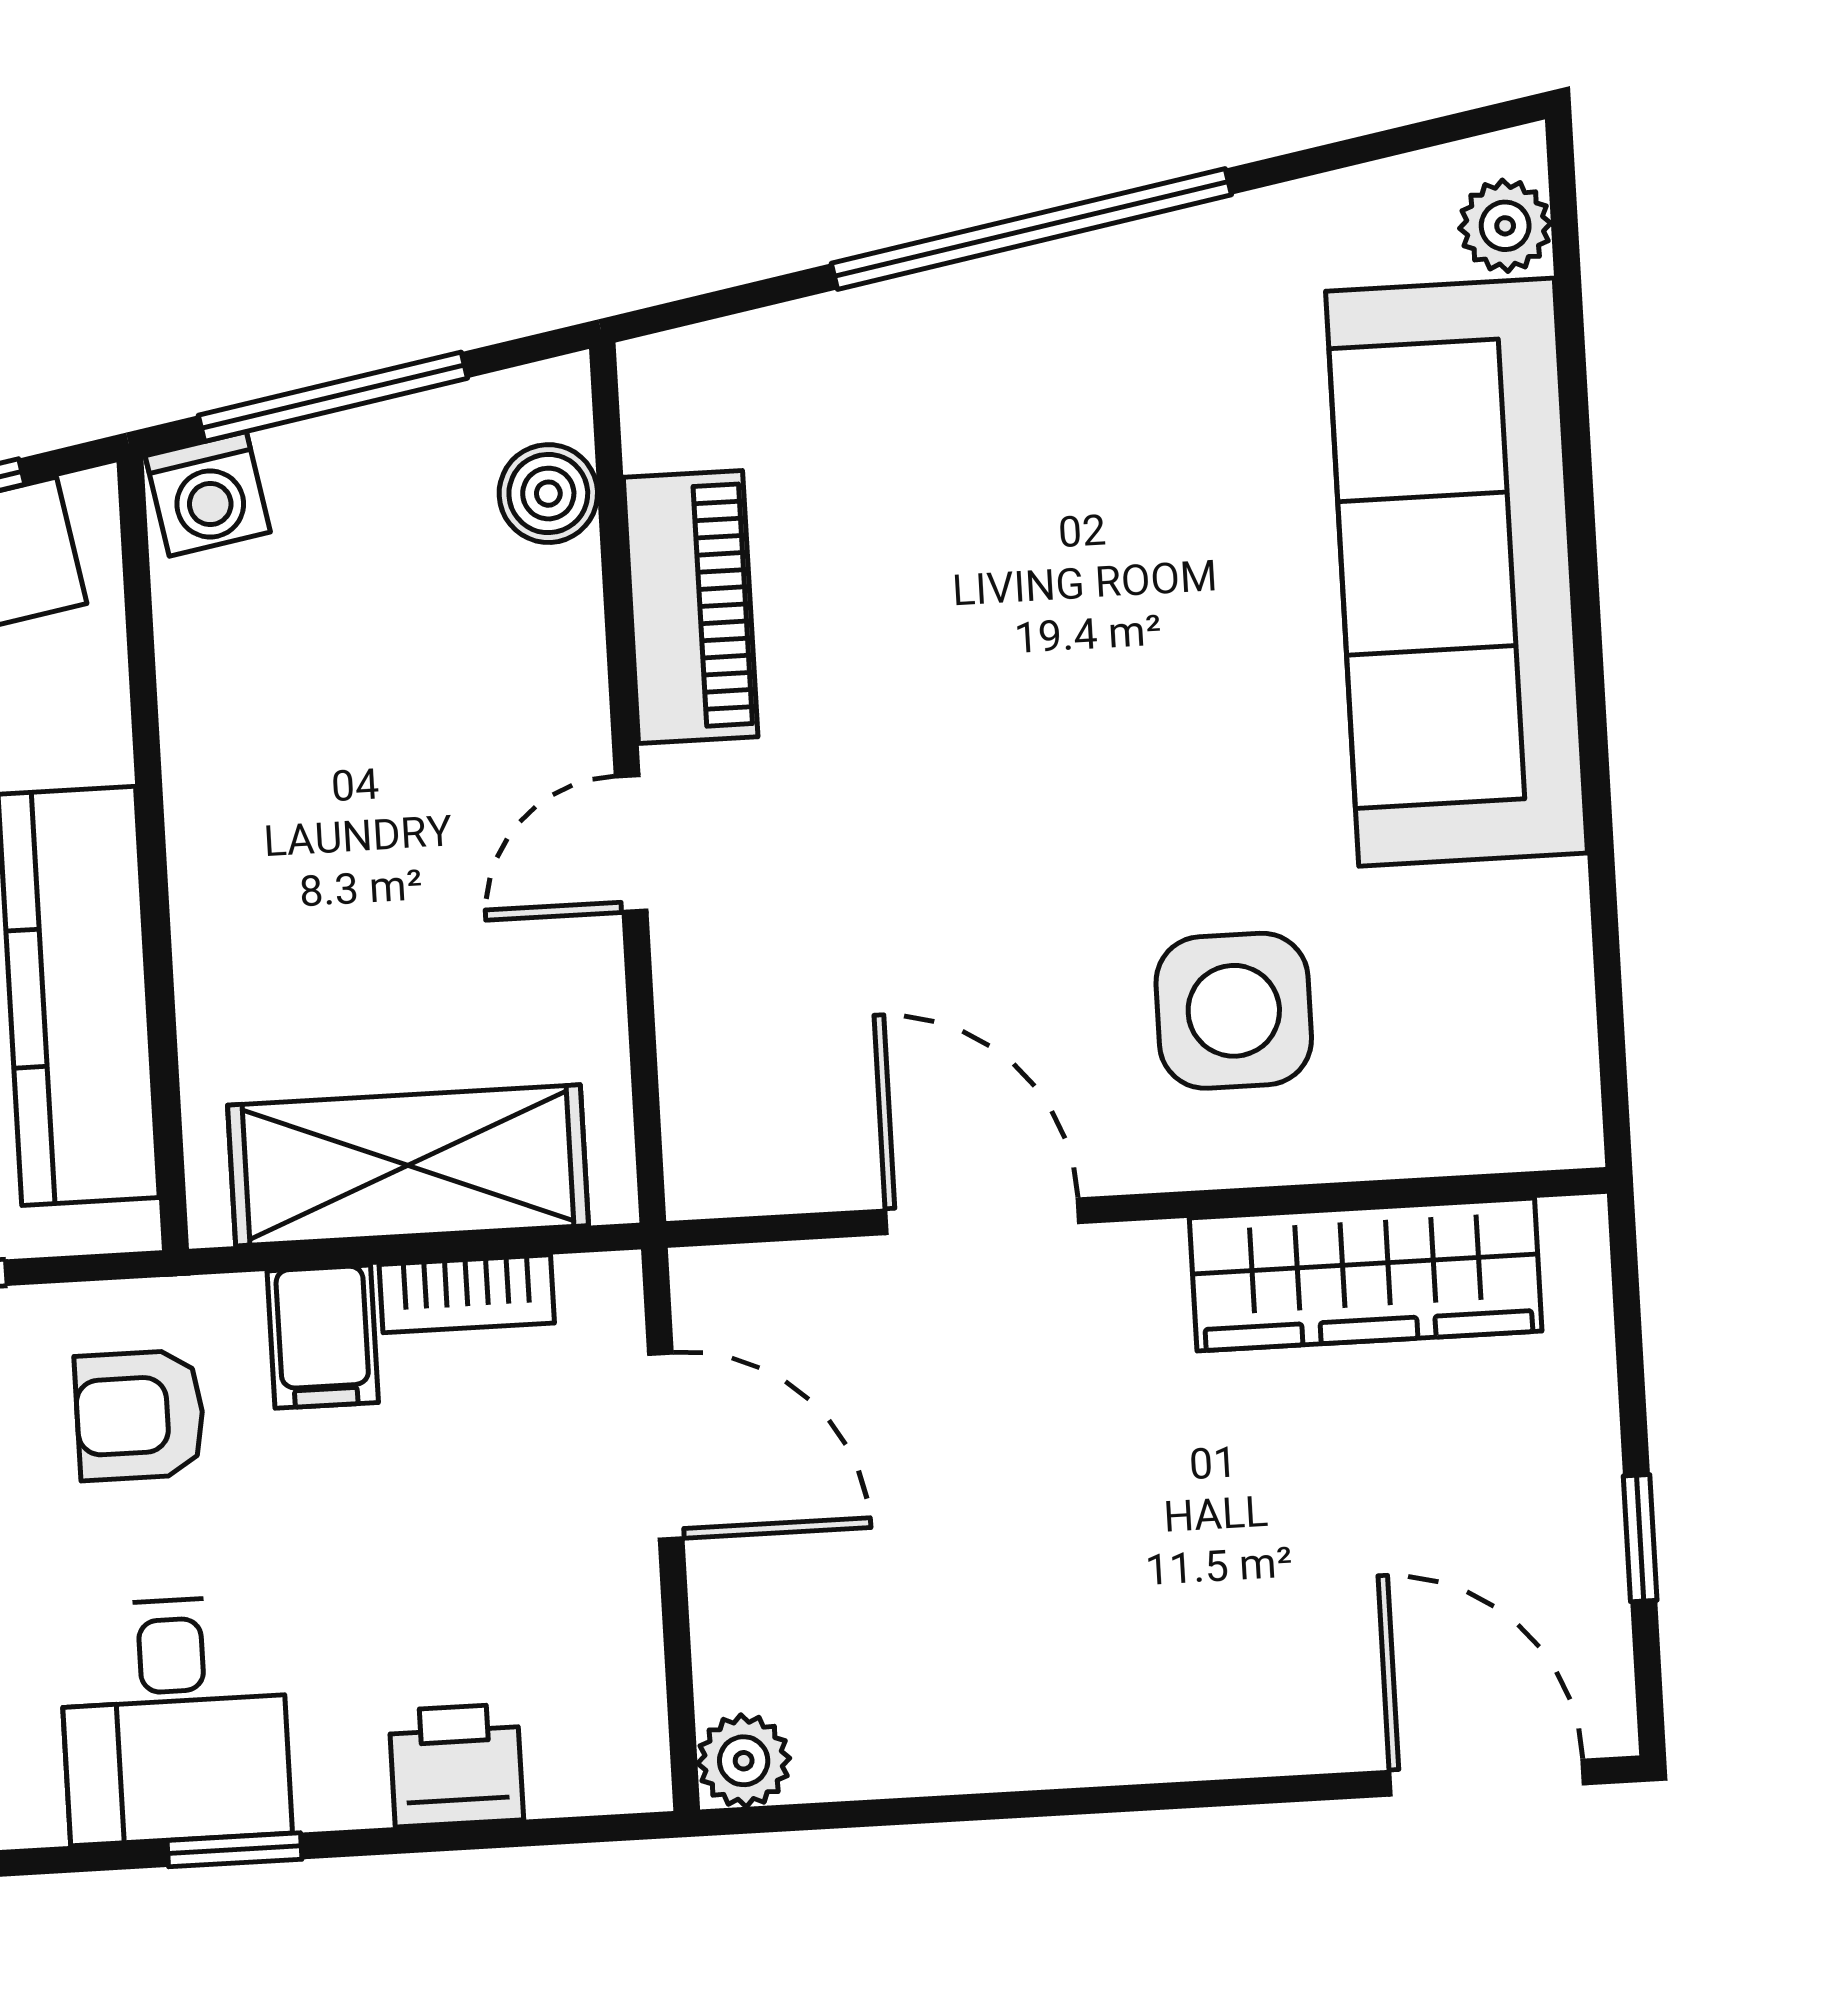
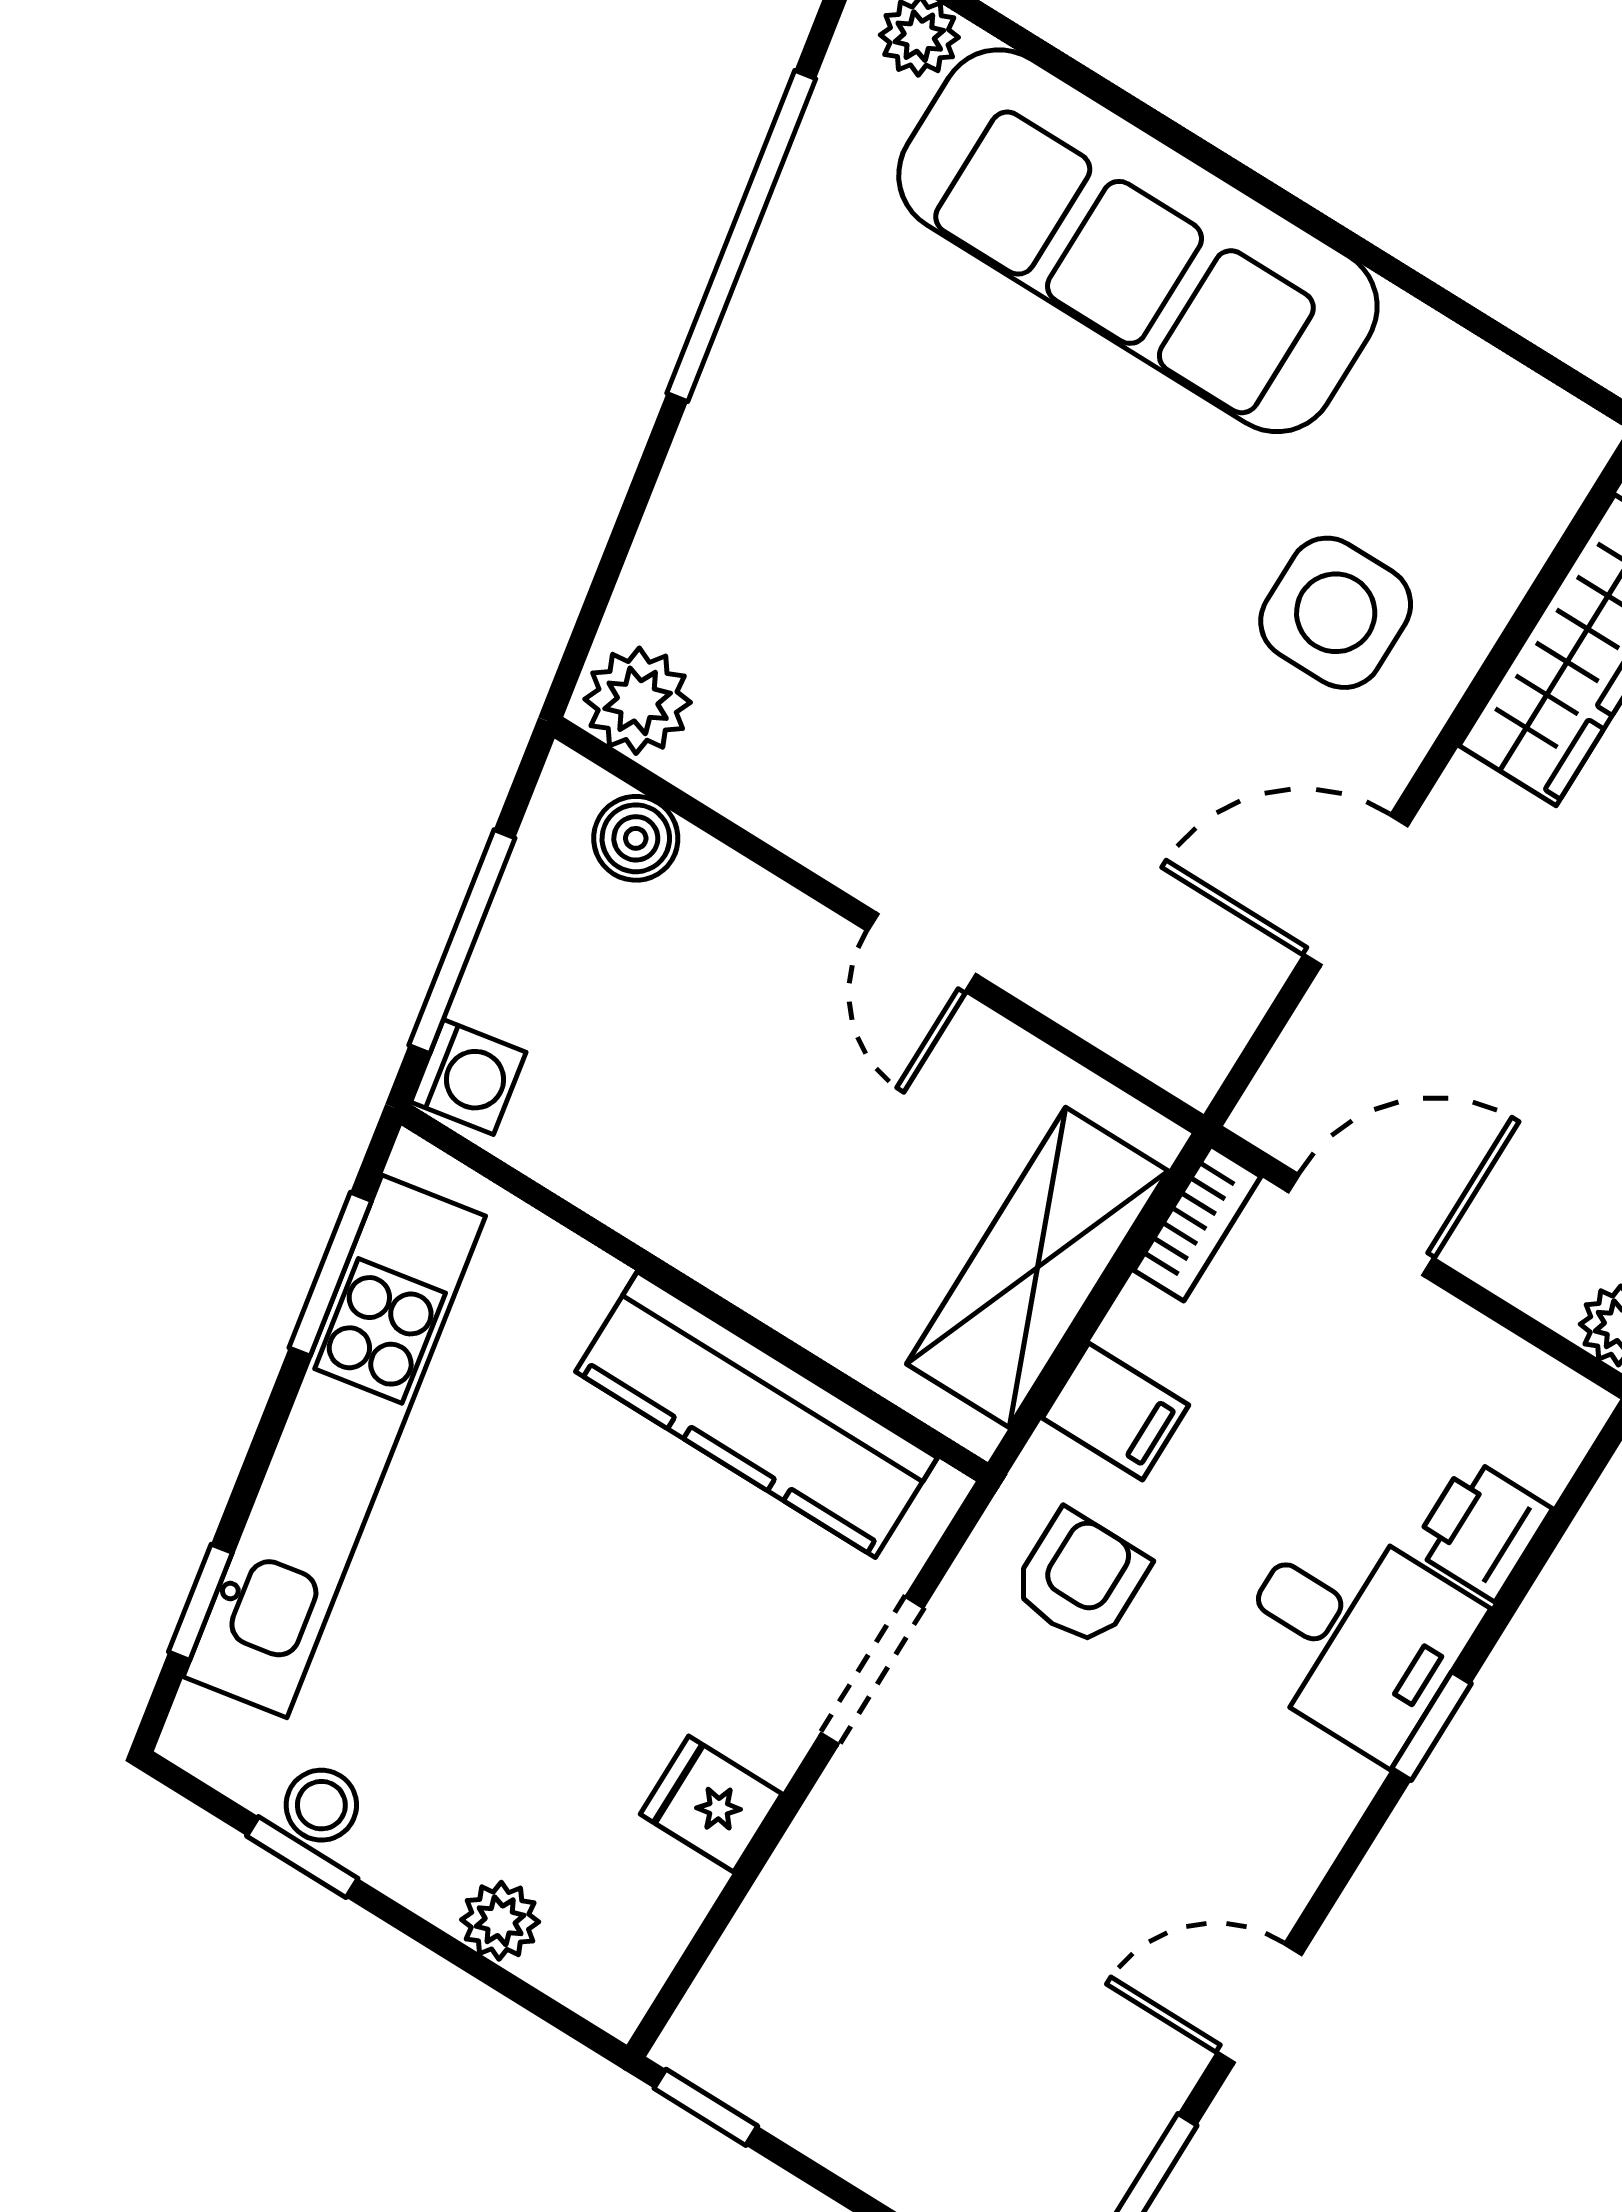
window: (1031, 229) -> (741, 236), moved
plant: (681, 403) -> (638, 701), added
piano: (691, 607) -> (785, 795), removed
bookcase: (467, 1294) -> (1197, 1223), moved
armchair: (140, 1415) -> (1080, 1578), turned 180
desk: (175, 1720) -> (1354, 1635), moved

